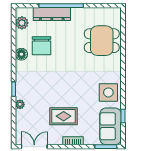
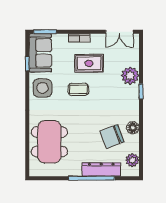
dining table: (102, 41) -> (49, 142), width x1.38
chair: (41, 46) -> (112, 137), turned -111
coffee table: (74, 91) -> (78, 89), added
plant: (20, 104) -> (130, 76), width x1.88, depth x1.88

